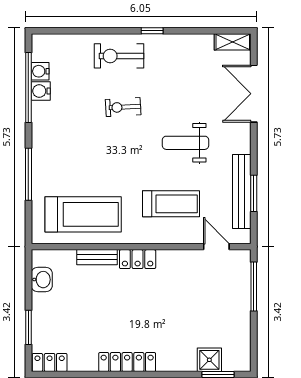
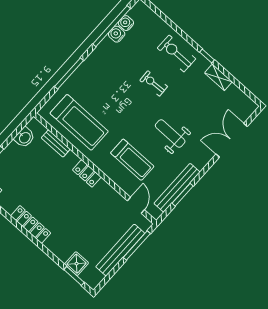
shelving: (233, 42) -> (218, 77), moved
bench: (97, 257) -> (56, 143), moved
bench: (241, 306) -> (120, 250), added

